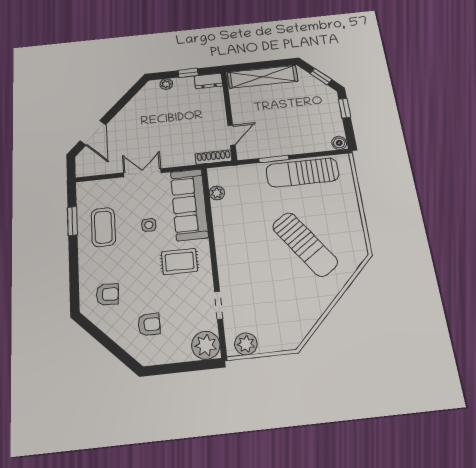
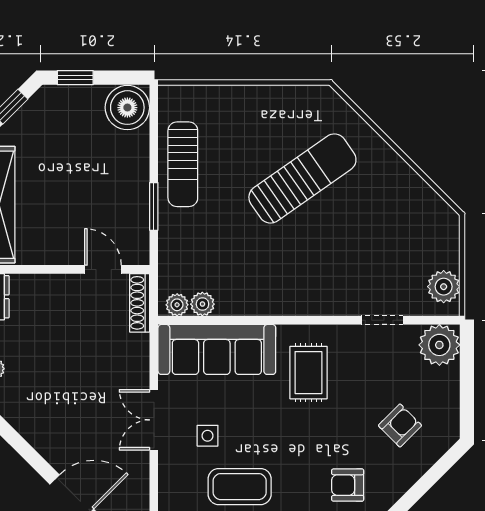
boiler: (339, 143) -> (127, 108), width x1.86, depth x1.86
sun lounger: (302, 173) -> (183, 164), width x0.73, depth x0.75
plant: (215, 178) -> (177, 305), added
side table: (149, 225) -> (208, 436), moved
armchair: (107, 294) -> (348, 485), turned -92
armchair: (149, 324) -> (400, 425), turned 45

